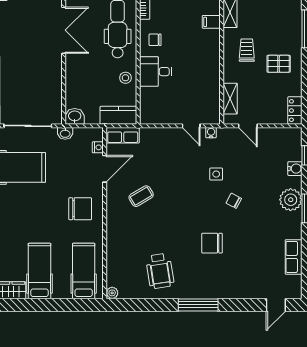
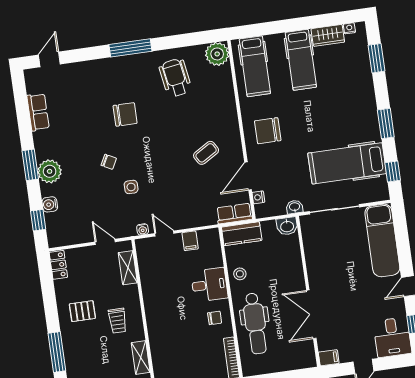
filing cabinet: (211, 22) -> (190, 241), moved, turned 90
plant: (112, 293) -> (217, 54), width x1.88, depth x1.88

